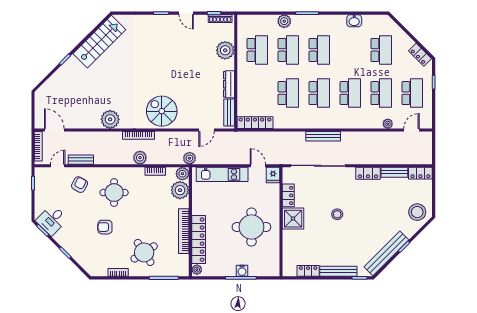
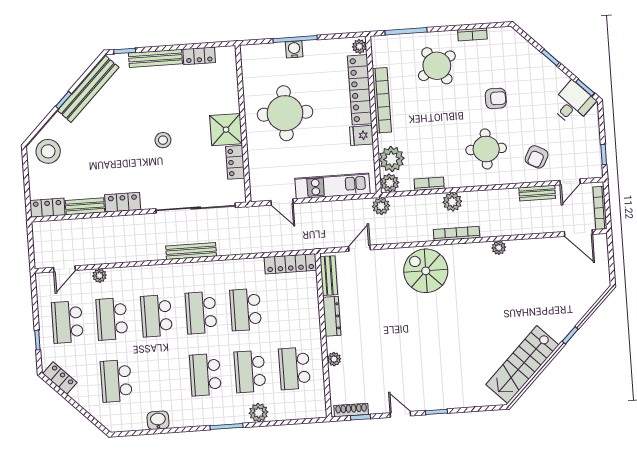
plant: (225, 50) -> (334, 359), width x0.53, depth x0.53
spiral stairs: (162, 111) -> (426, 271), turned 180
plant: (110, 119) -> (499, 248), width x0.53, depth x0.53
fridge: (273, 175) -> (361, 135), moved, turned -90

